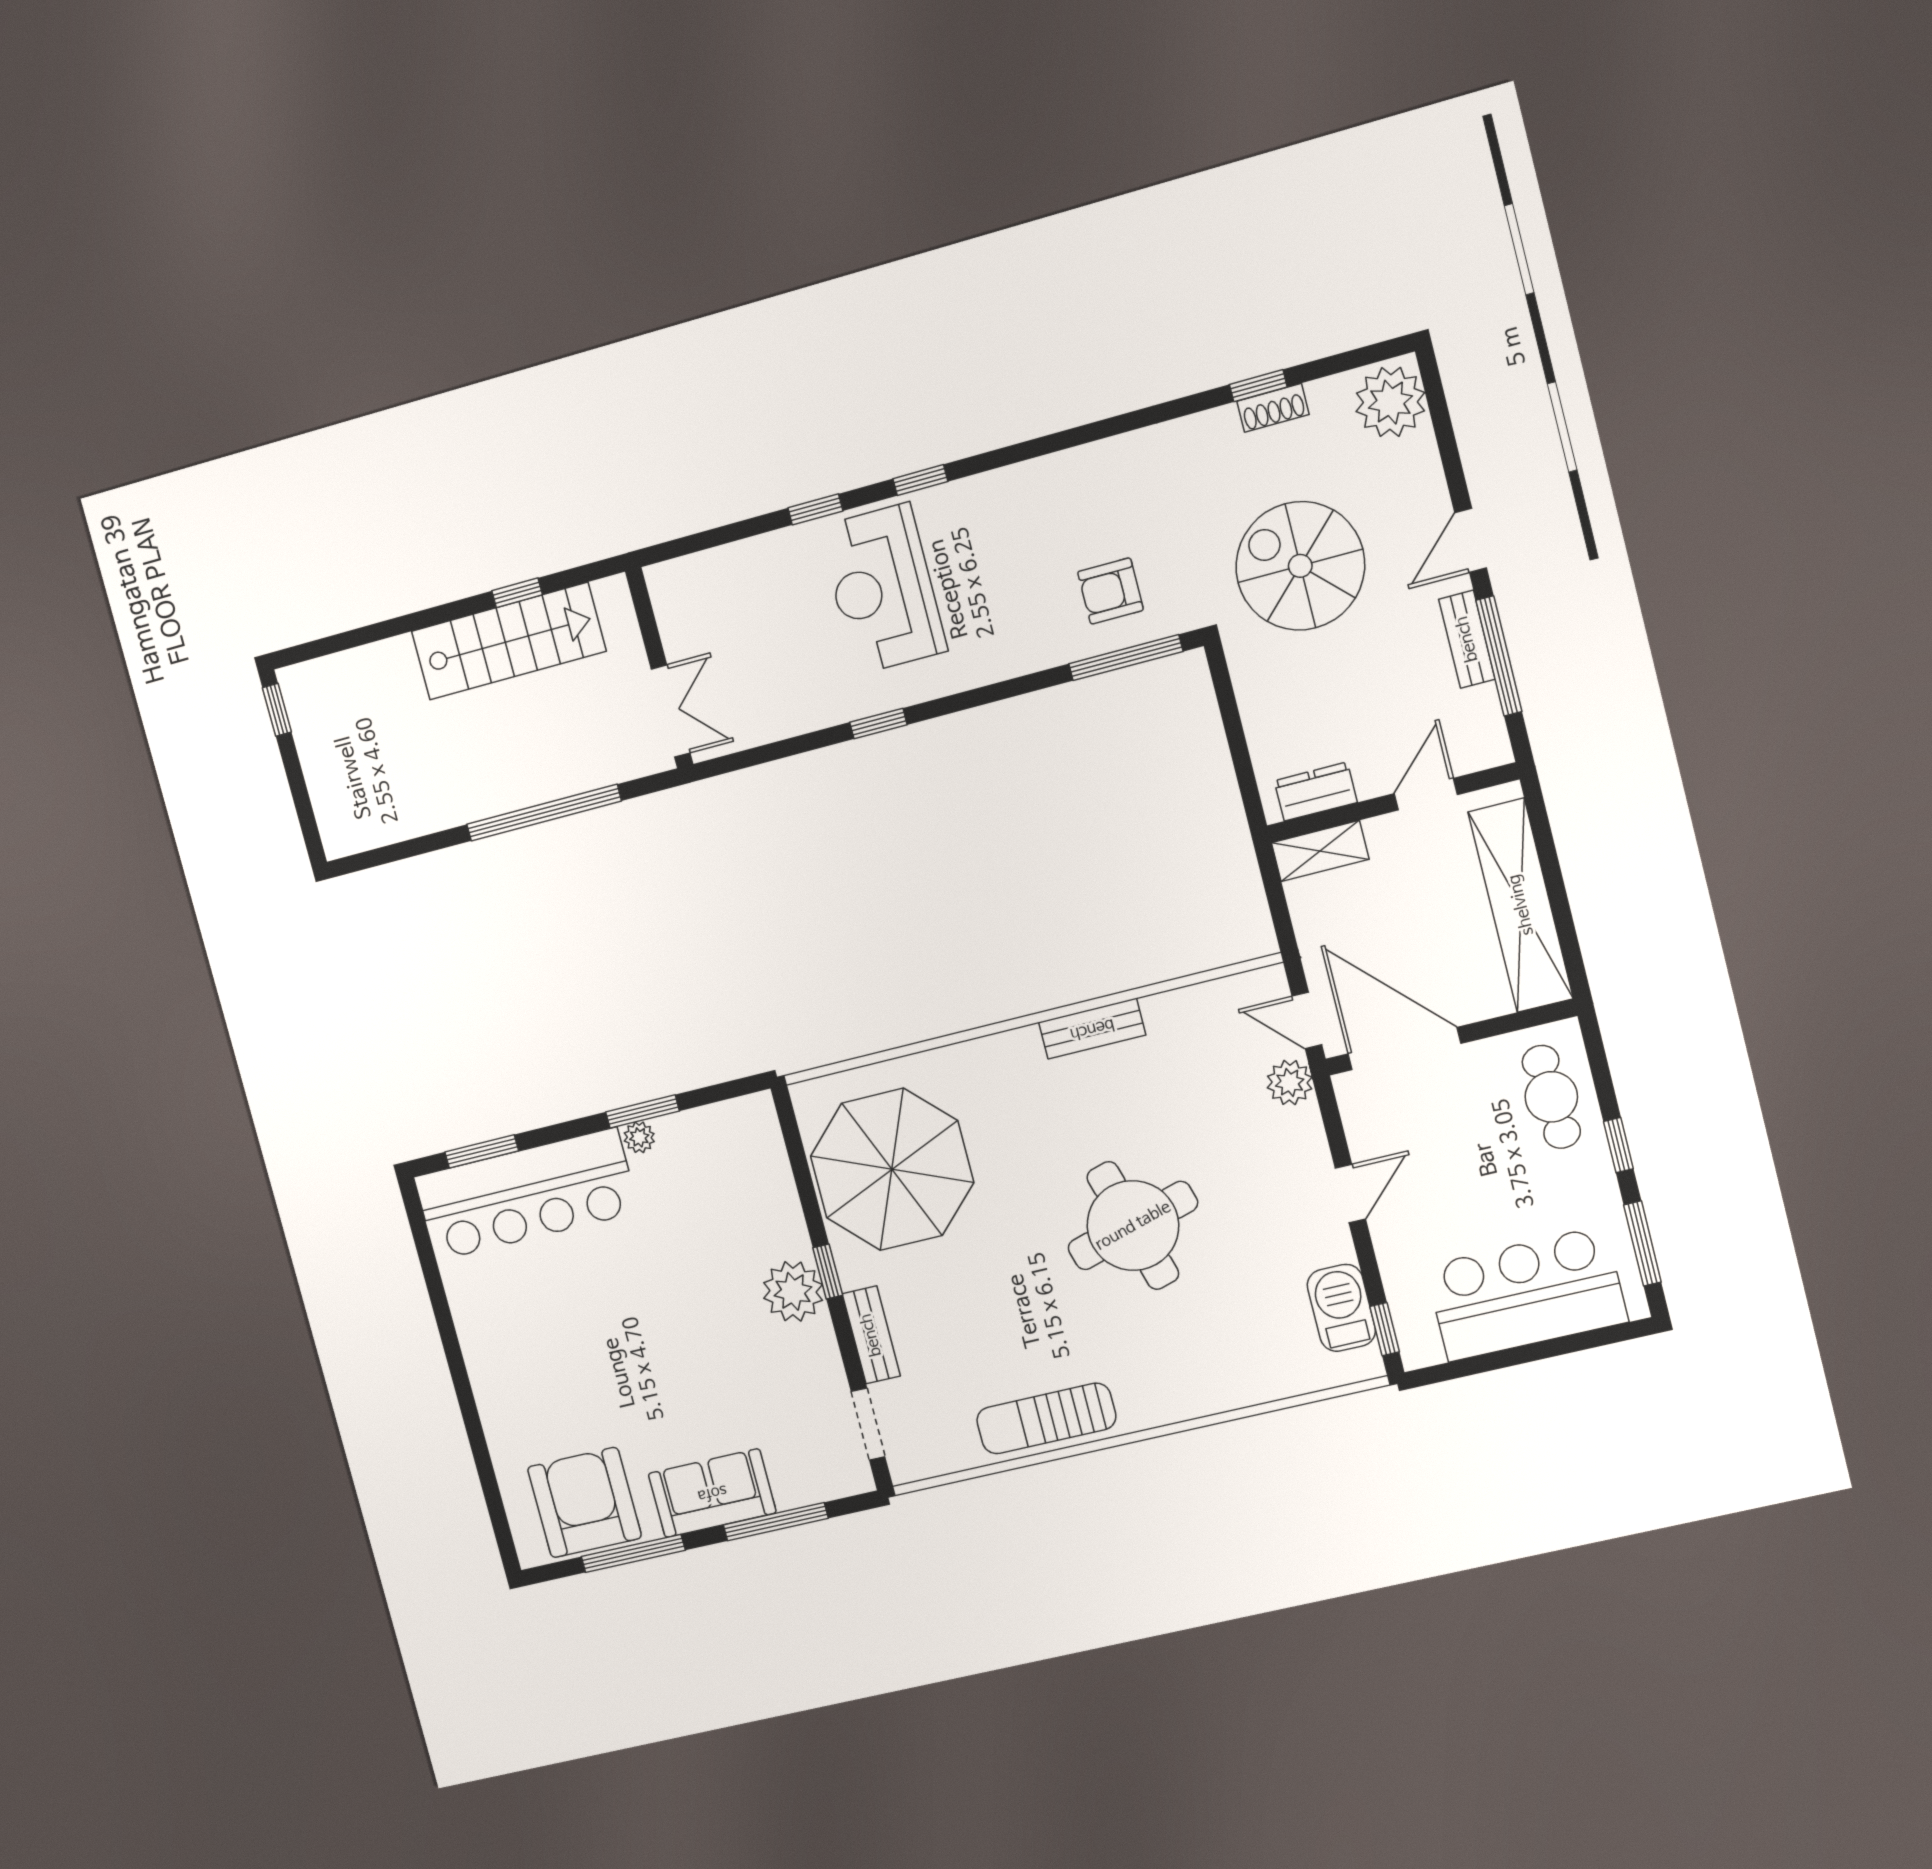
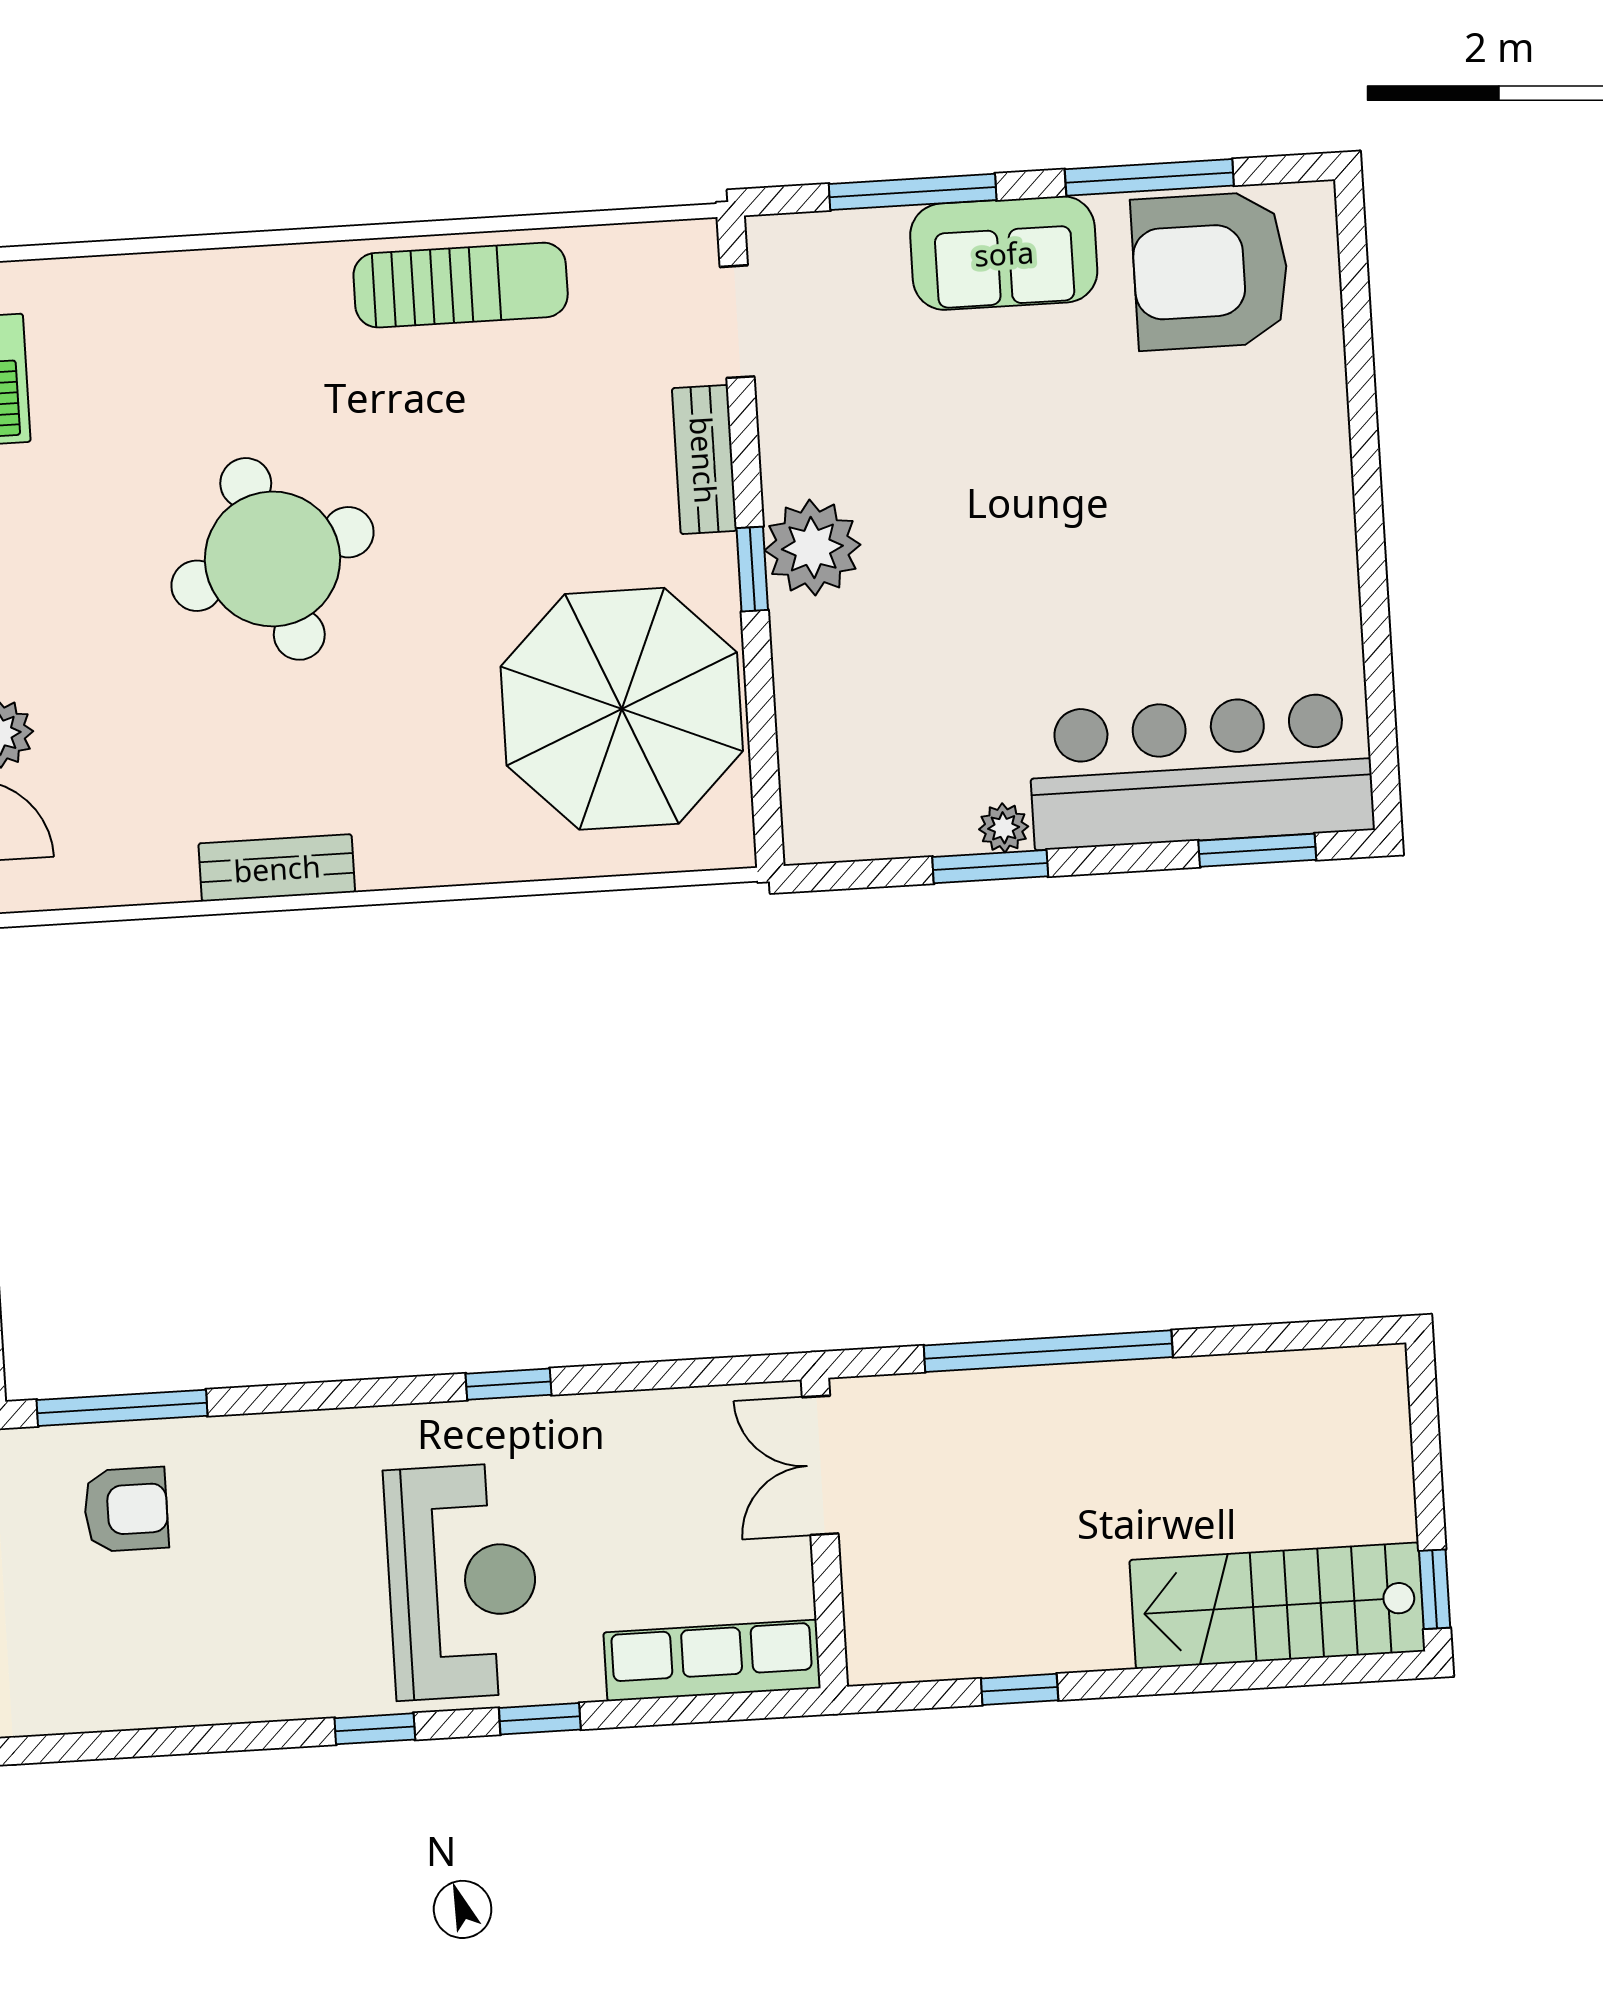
row of seats: (713, 571) -> (712, 1660), added
stairs: (509, 641) -> (1277, 1606), moved
armchair: (584, 1503) -> (1210, 271), turned 90

